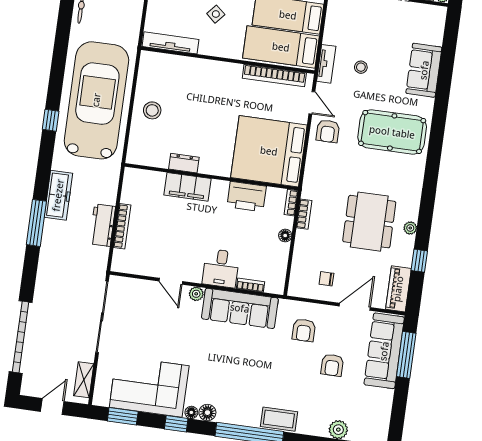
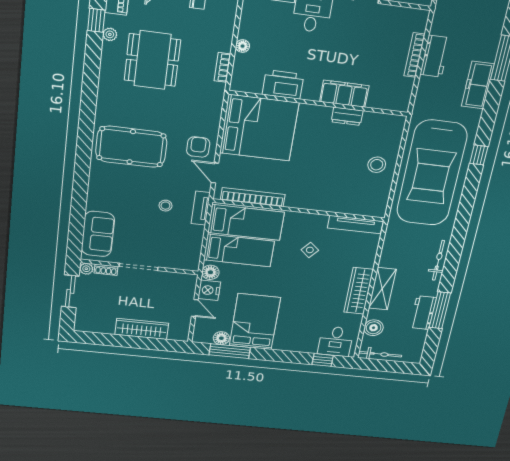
sofa: (424, 70) -> (98, 234), moved
bookcase: (291, 203) -> (236, 79), removed
plant: (410, 228) -> (110, 34), moved

